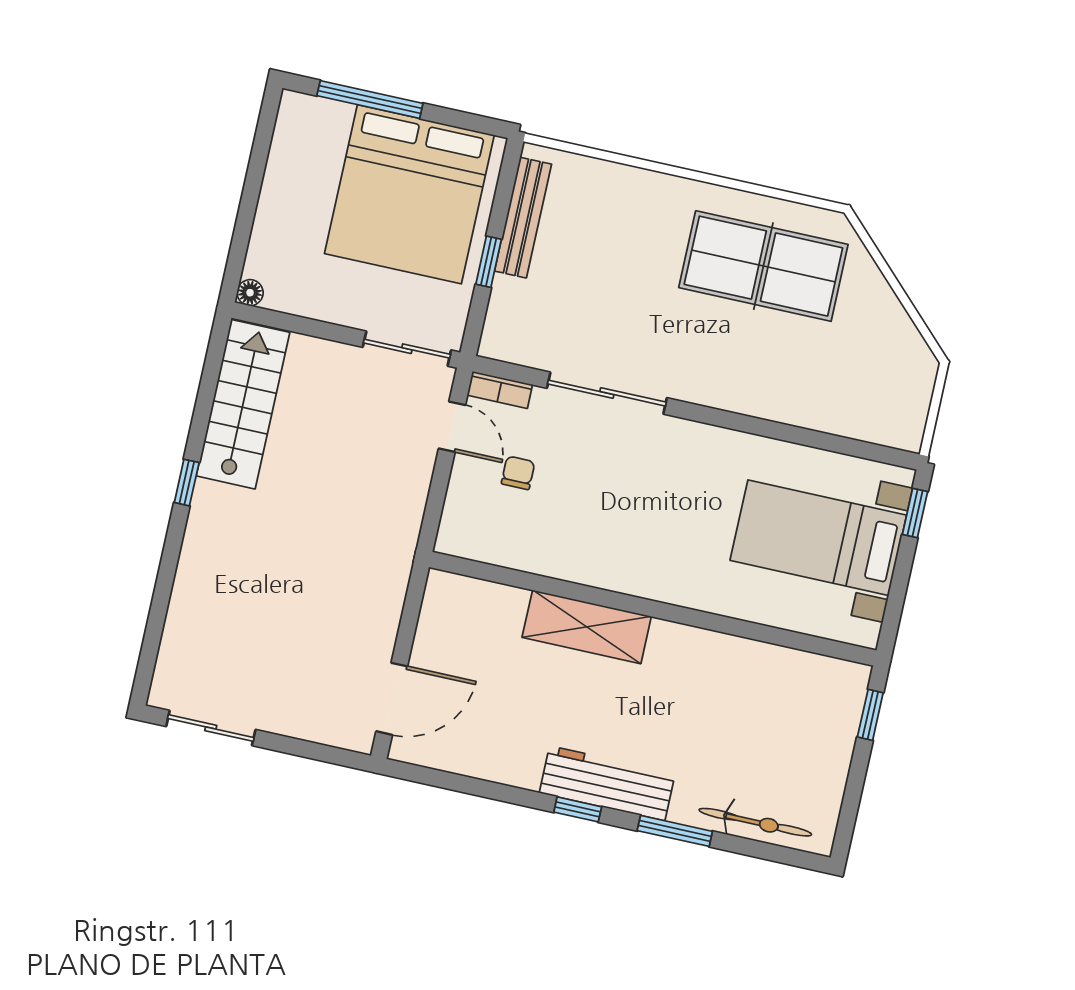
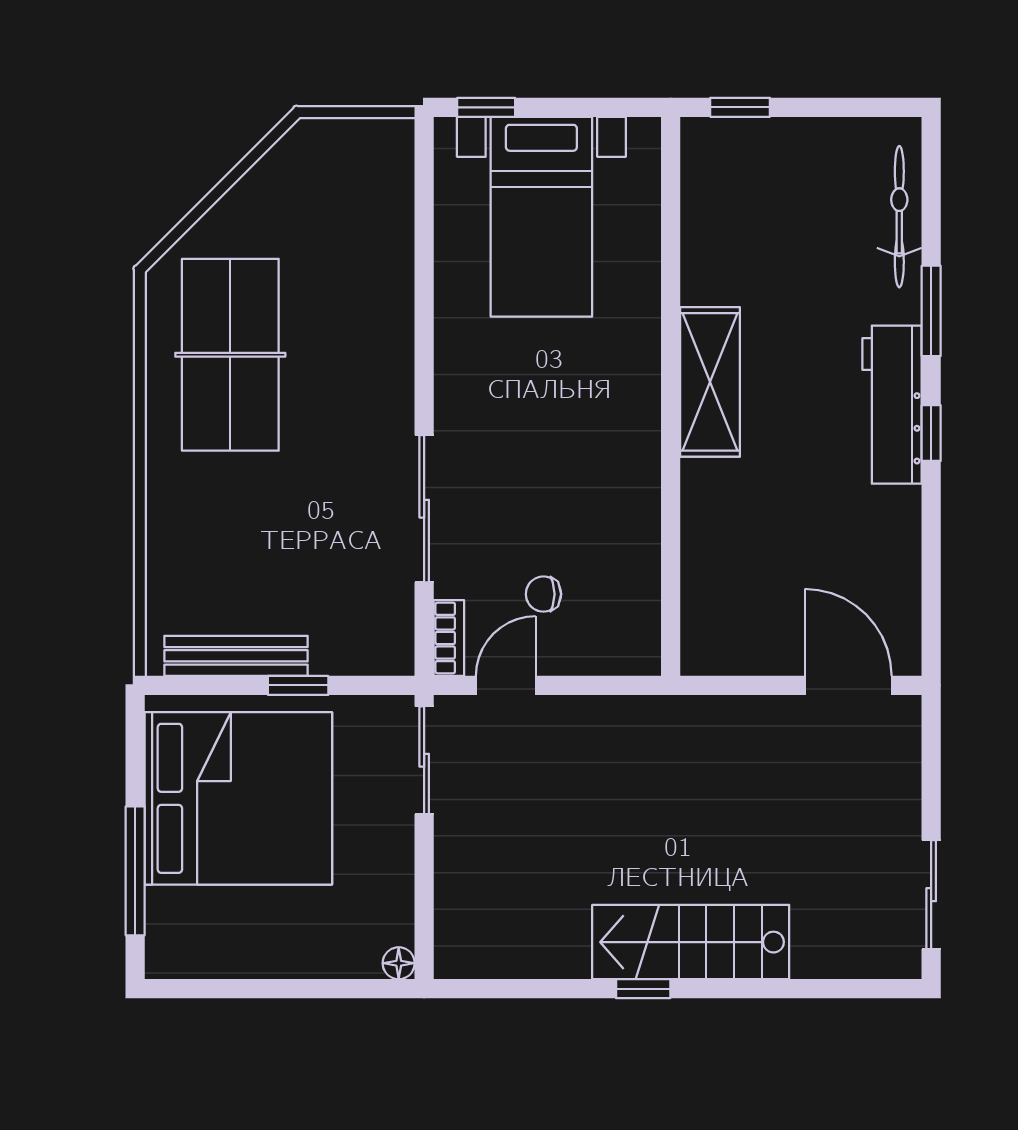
stairs: (243, 404) -> (691, 942), moved
shelving: (587, 627) -> (710, 382), moved

